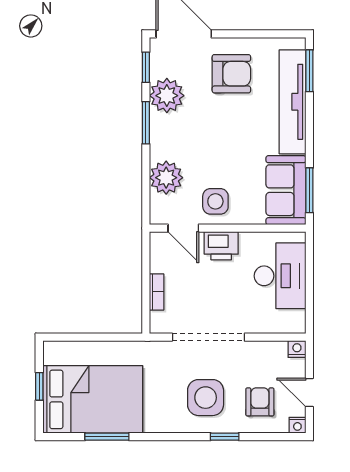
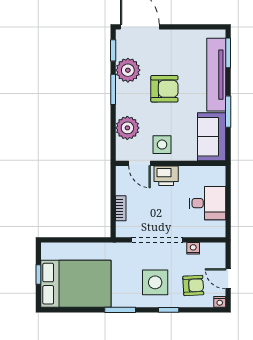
armchair: (231, 74) -> (164, 89), moved
window: (309, 190) -> (228, 112), moved
desk: (280, 276) -> (207, 203), width x0.73
nightstand: (297, 349) -> (193, 248), moved
armchair: (260, 402) -> (193, 285), turned 87
window: (107, 437) -> (120, 310), moved

